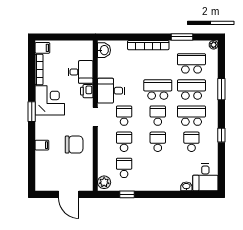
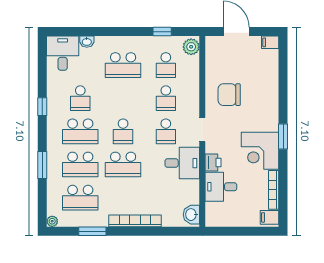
school desk: (158, 142) -> (123, 65), moved, width x1.85
filing cabinet: (42, 145) -> (270, 42), moved

